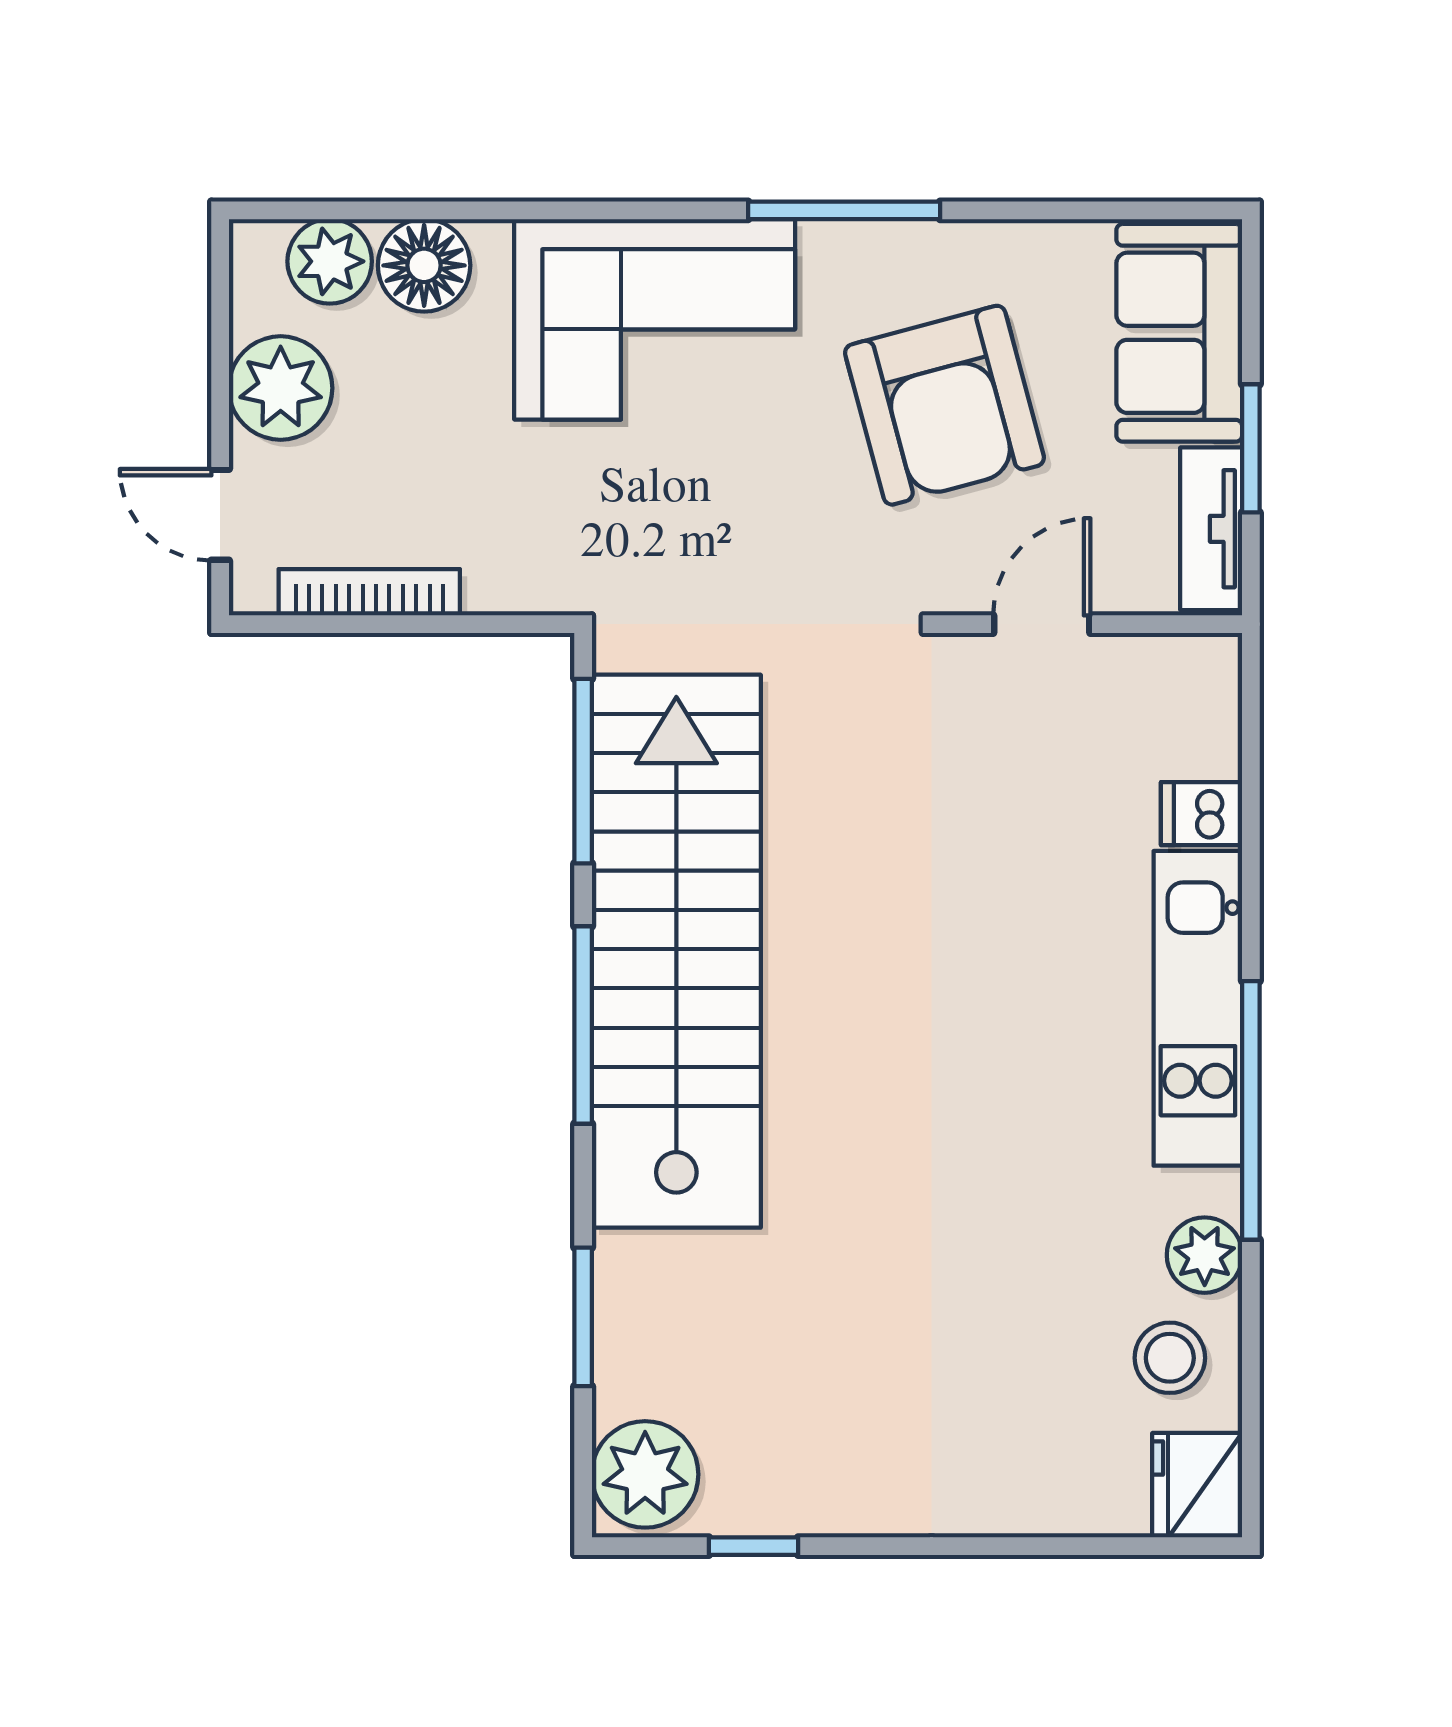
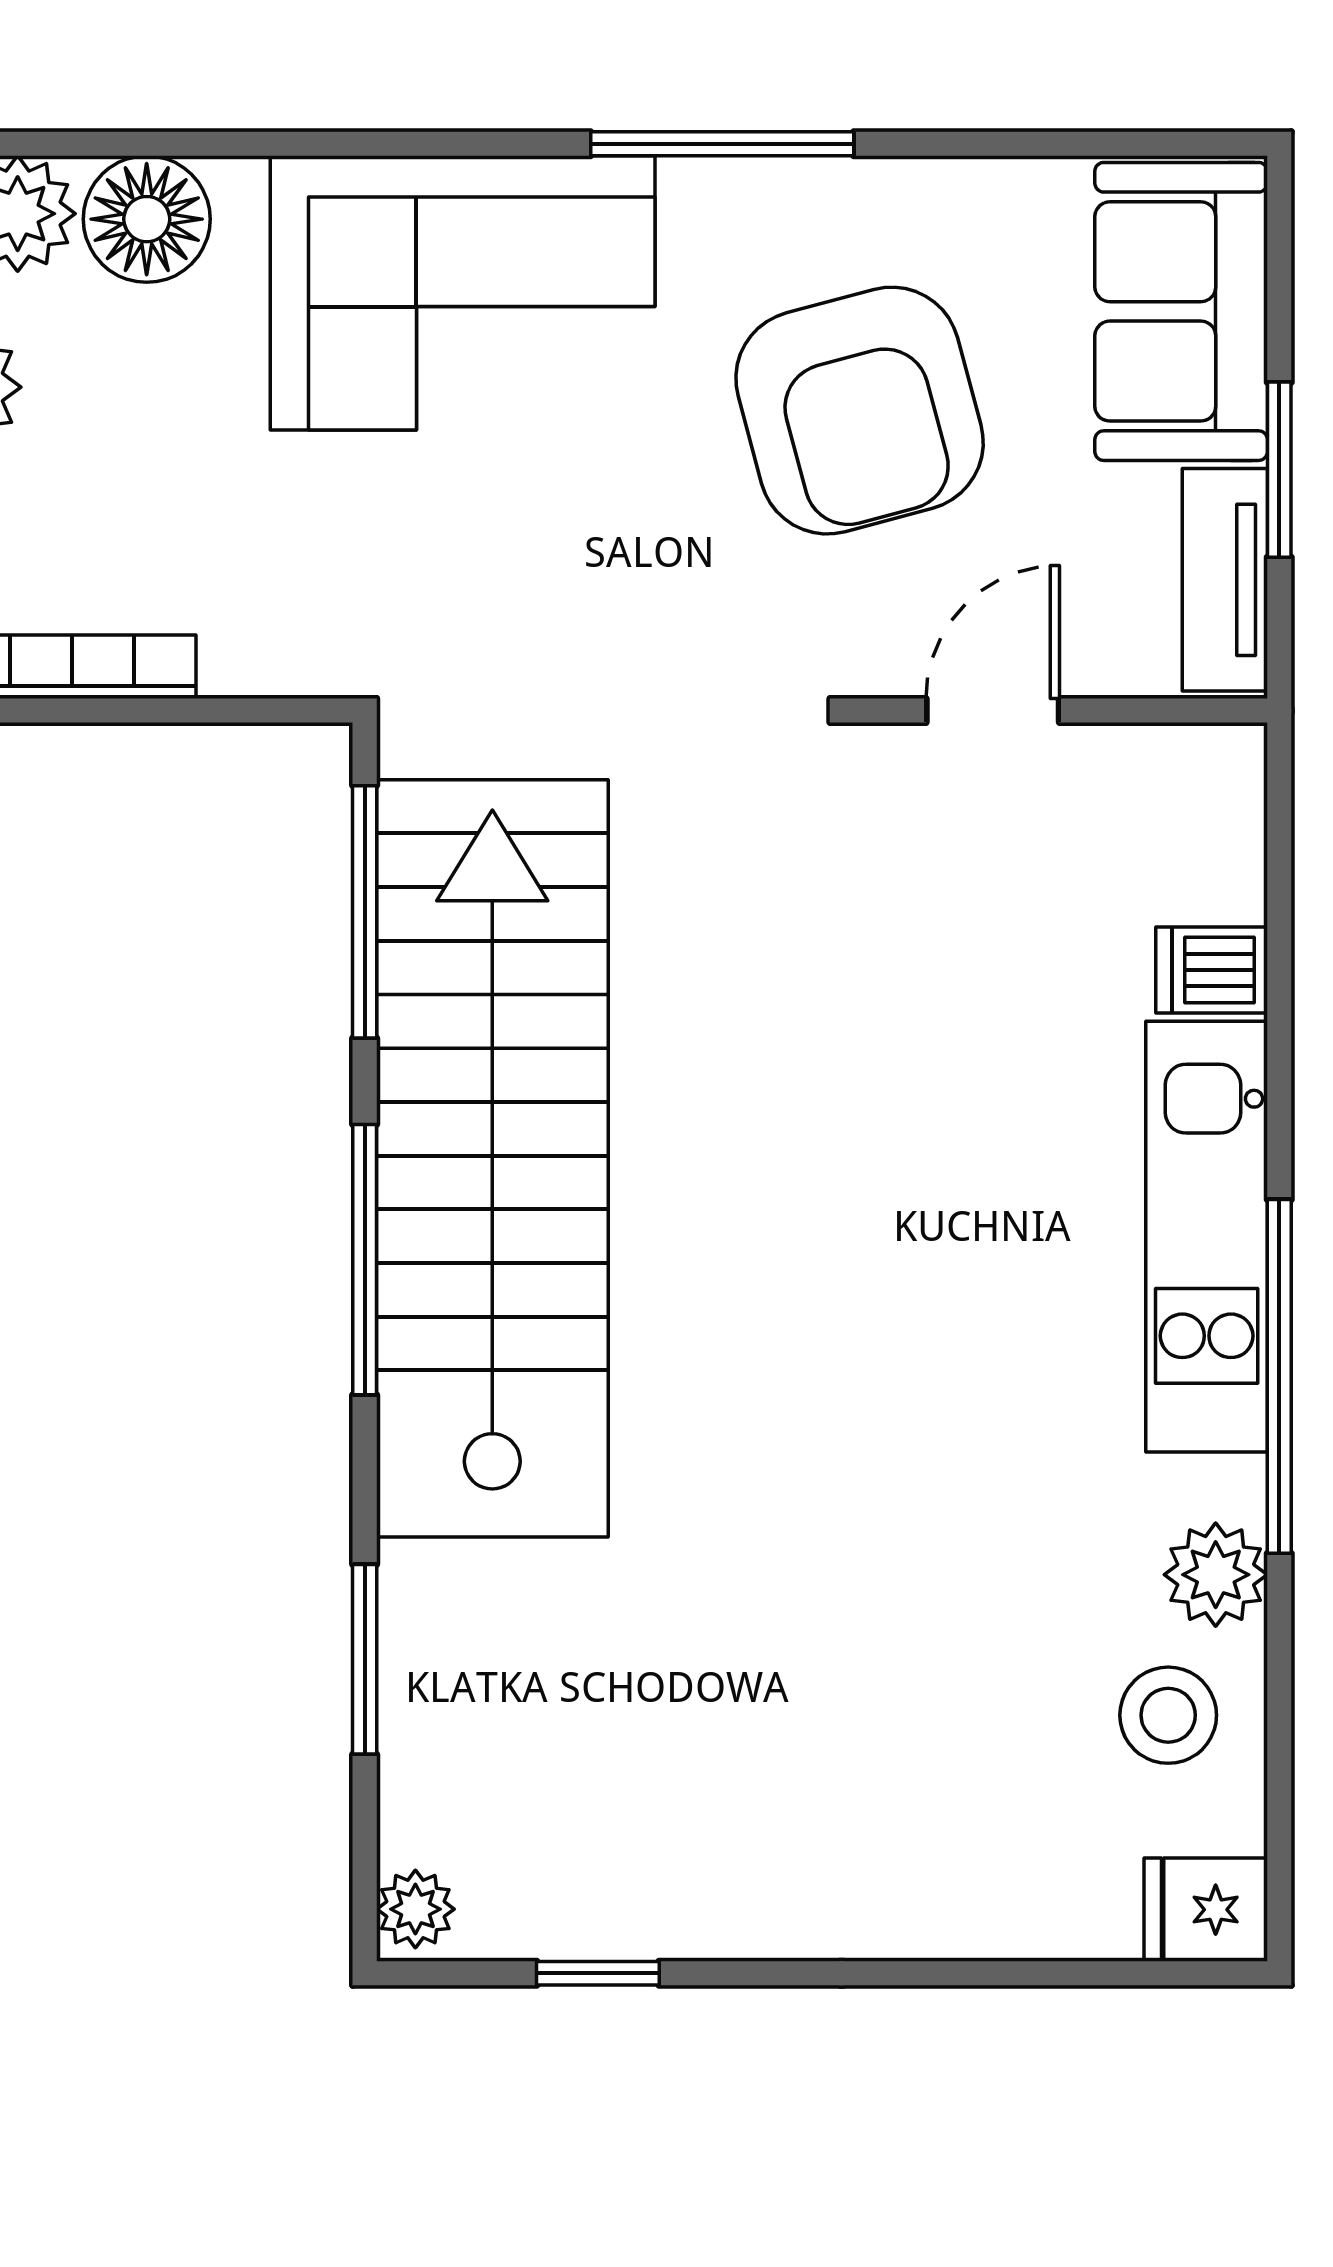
plant: (645, 1474) -> (415, 1909), width x0.53, depth x0.53
fridge: (1197, 1485) -> (1206, 1910), width x0.72

